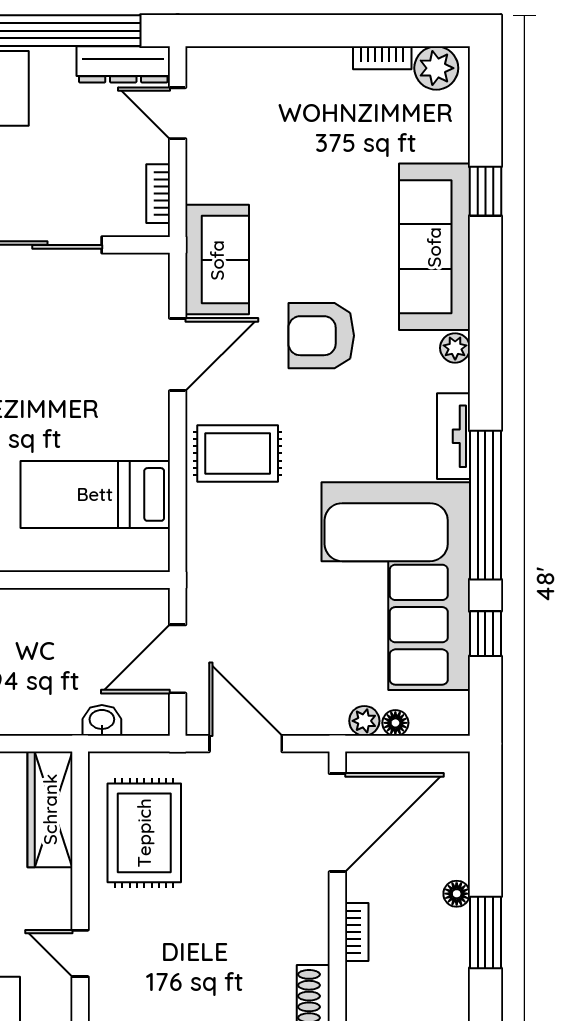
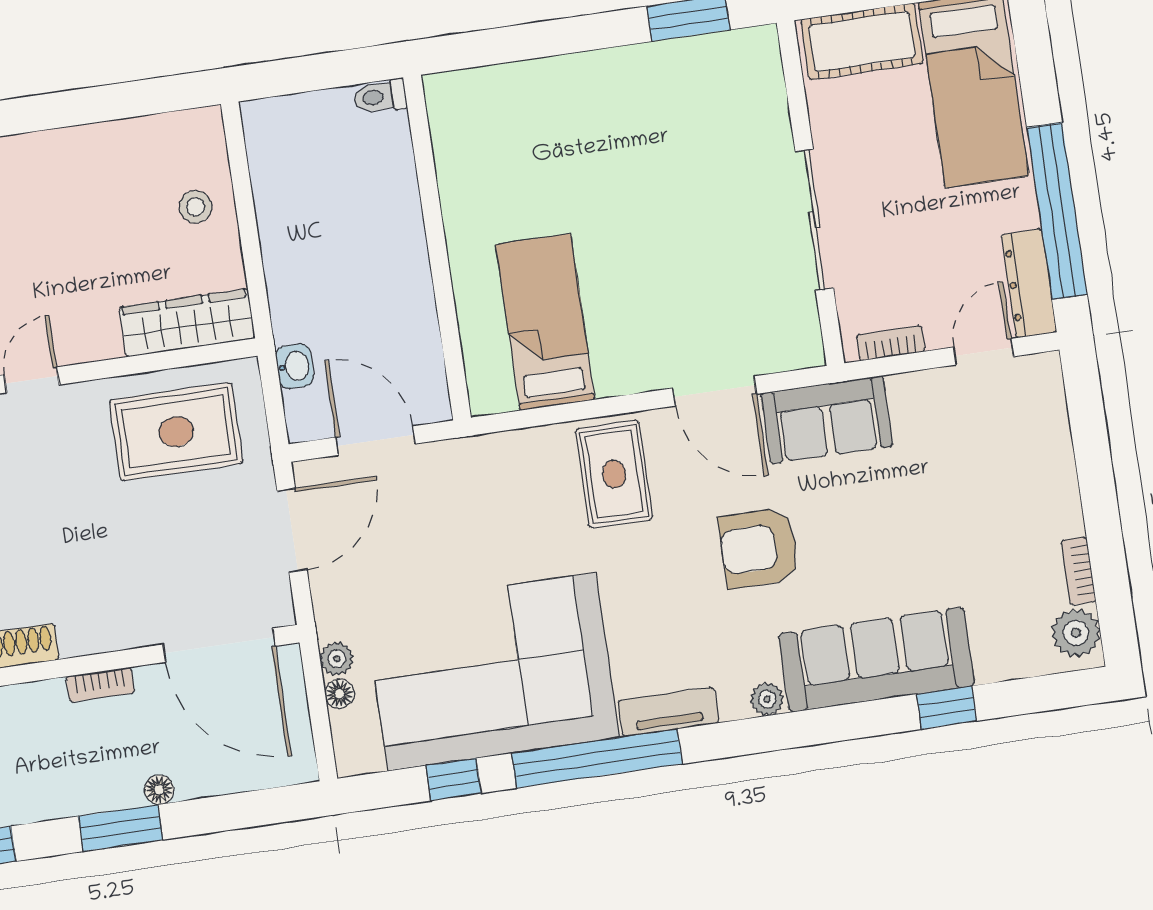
armchair: (321, 336) -> (759, 548), turned -90

